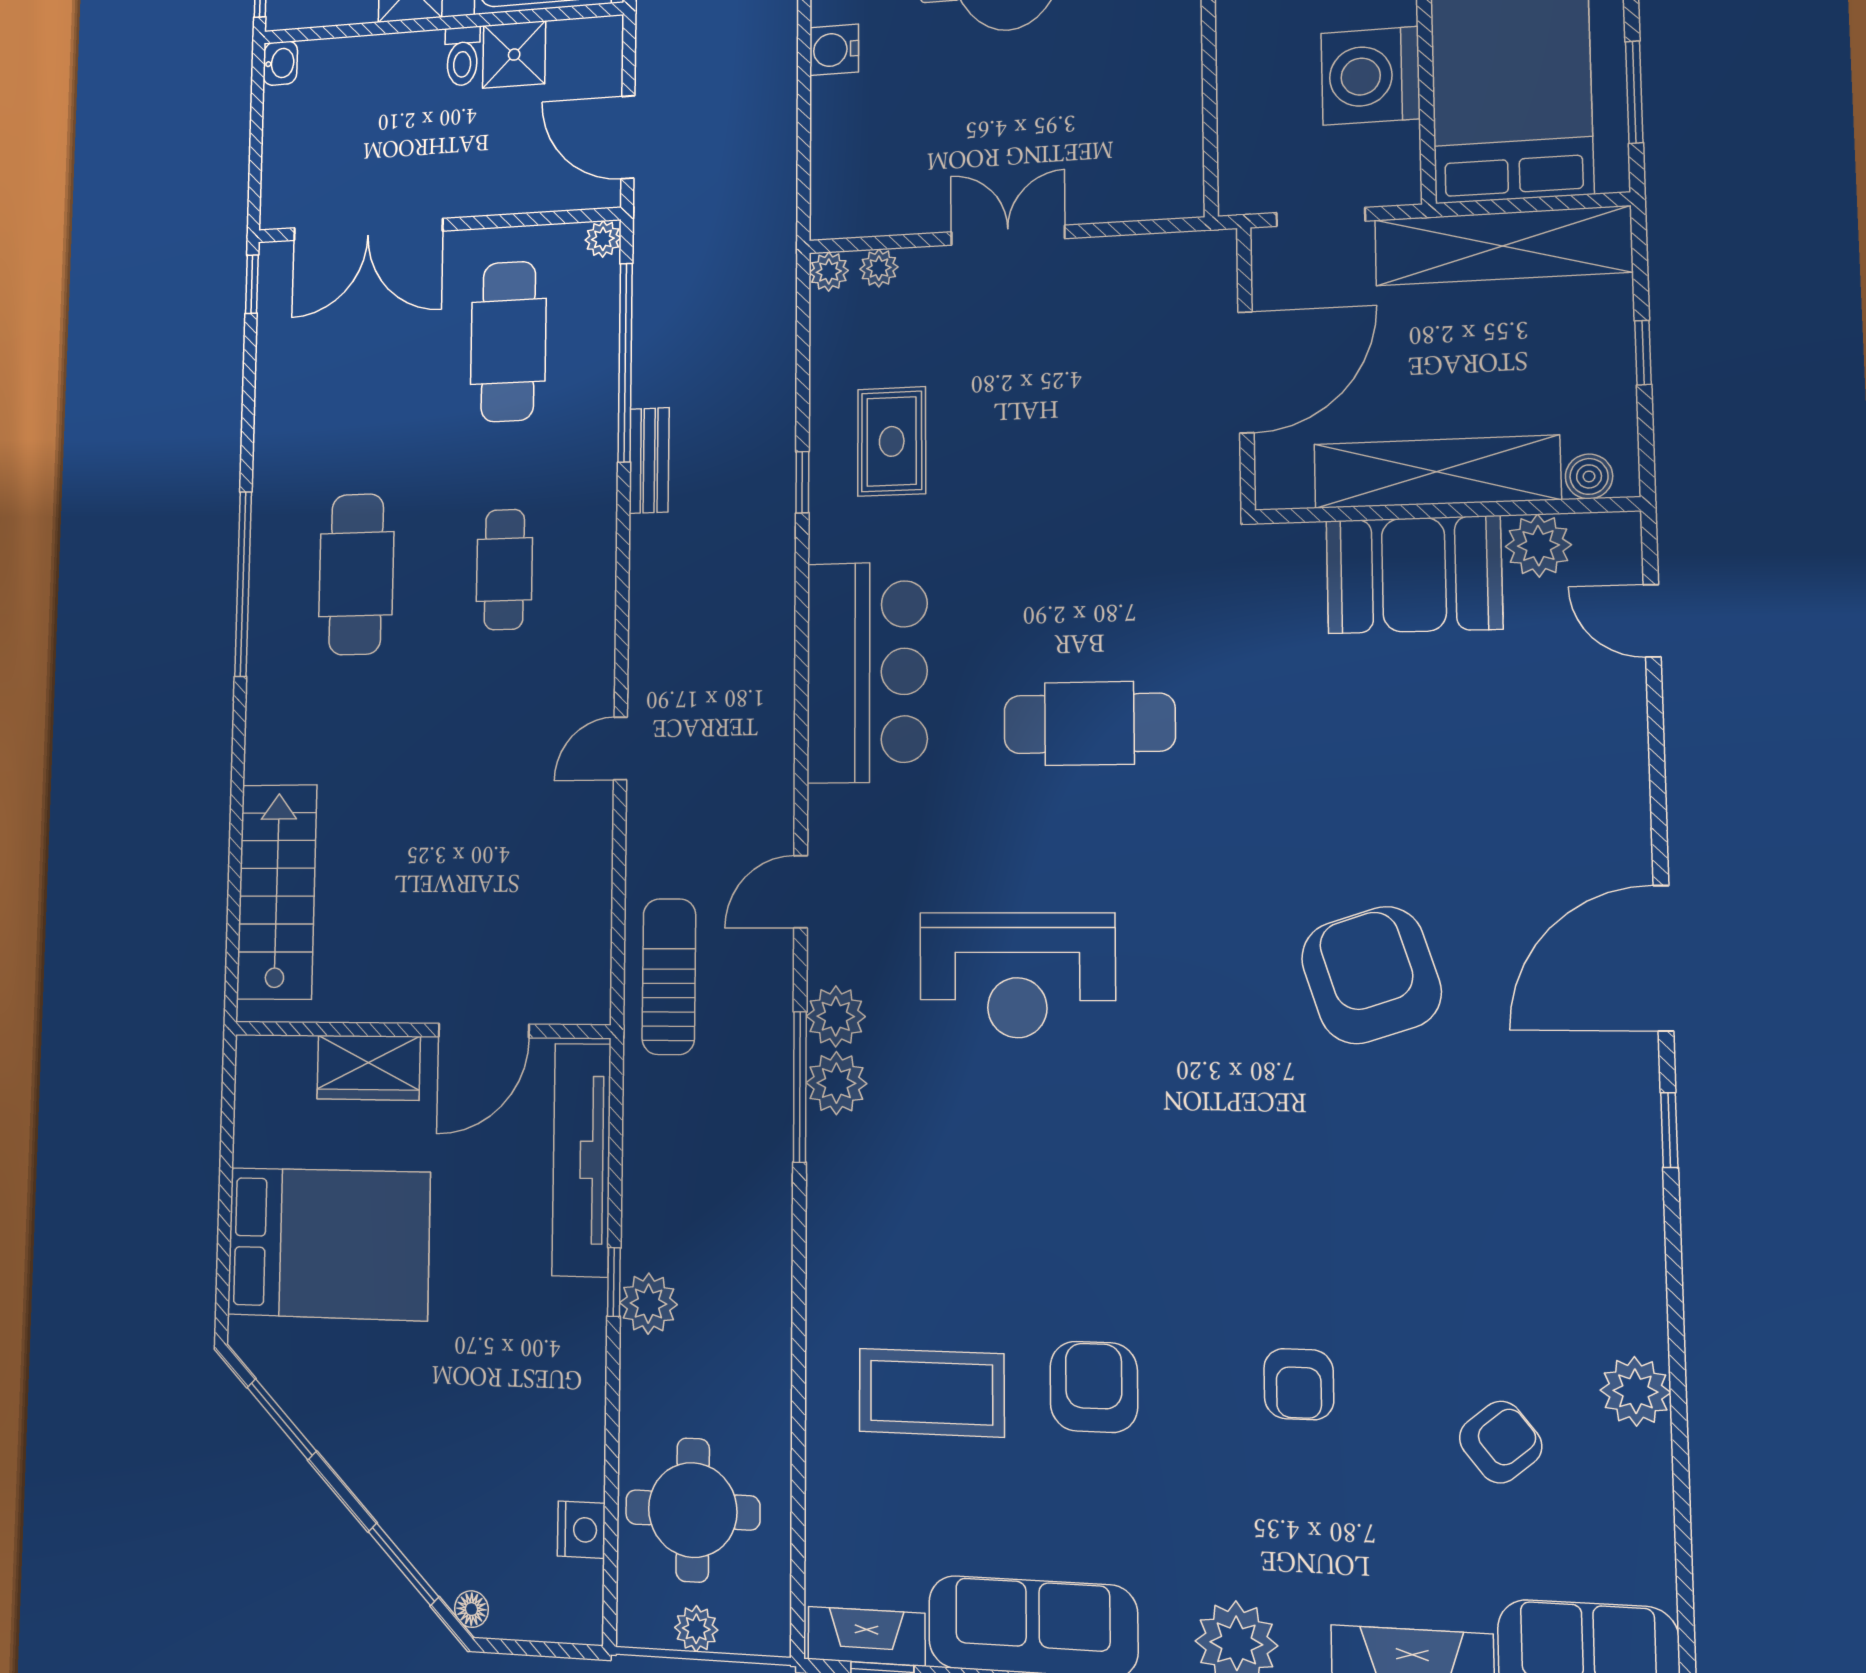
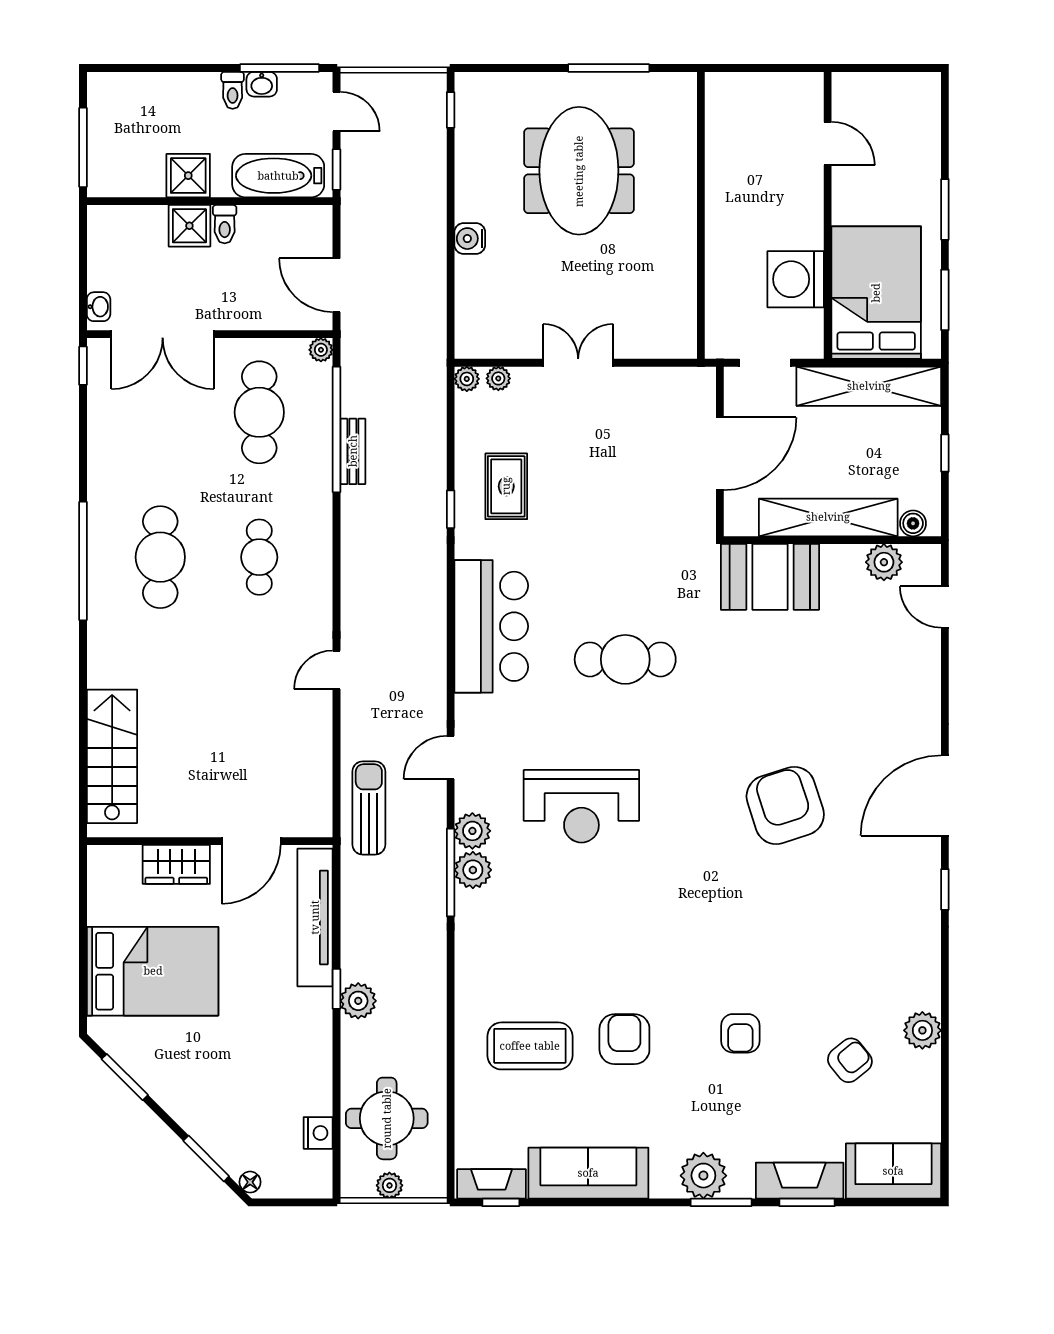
shower: (514, 55) -> (189, 226), moved
washbasin: (280, 63) -> (99, 307), moved
bench: (649, 460) -> (353, 451), moved
booth: (1414, 575) -> (770, 577), moved

